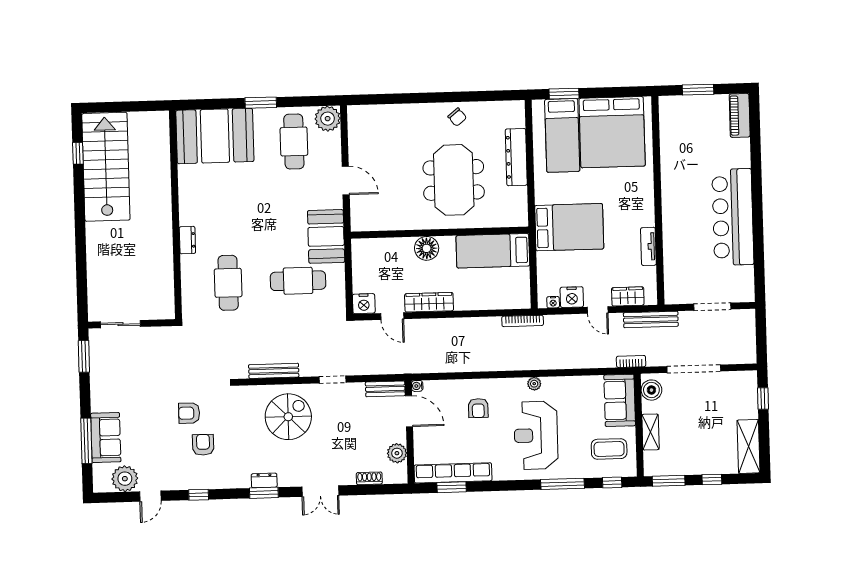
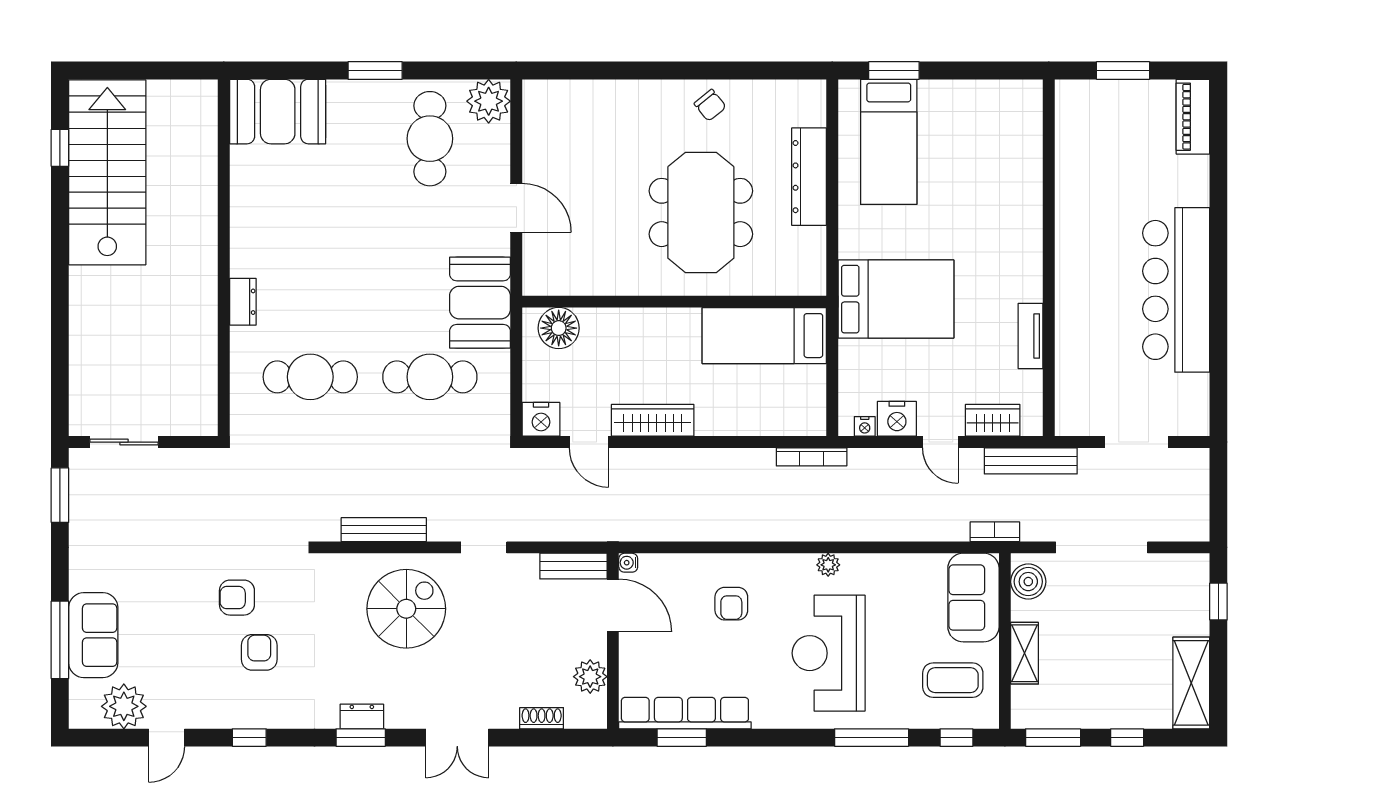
bed: (612, 132) -> (974, 139), removed
booth: (215, 136) -> (278, 112), width x0.73, depth x0.70
floor lamp: (427, 248) -> (559, 328), moved
cafe table: (228, 283) -> (310, 377), turned 90

